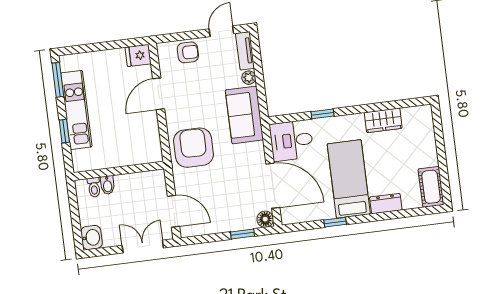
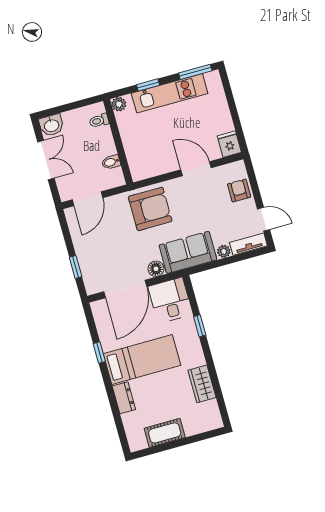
armchair: (188, 52) -> (239, 191), turned 180
plant: (80, 164) -> (119, 104), added
bidet: (107, 185) -> (111, 162), moved
cot: (431, 187) -> (165, 433), moved
floor lamp: (265, 219) -> (156, 269), moved
double door: (143, 247) -> (46, 160), moved

